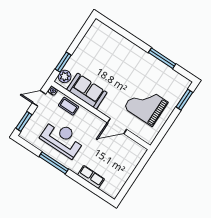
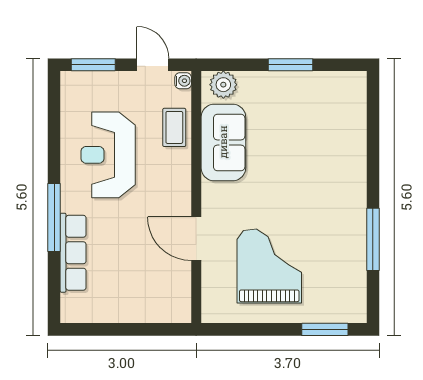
window: (63, 62) -> (291, 65), moved
reception desk: (62, 139) -> (108, 155), turned 180
window: (54, 163) -> (54, 218), moved
row of seats: (91, 177) -> (73, 253), width x1.48

